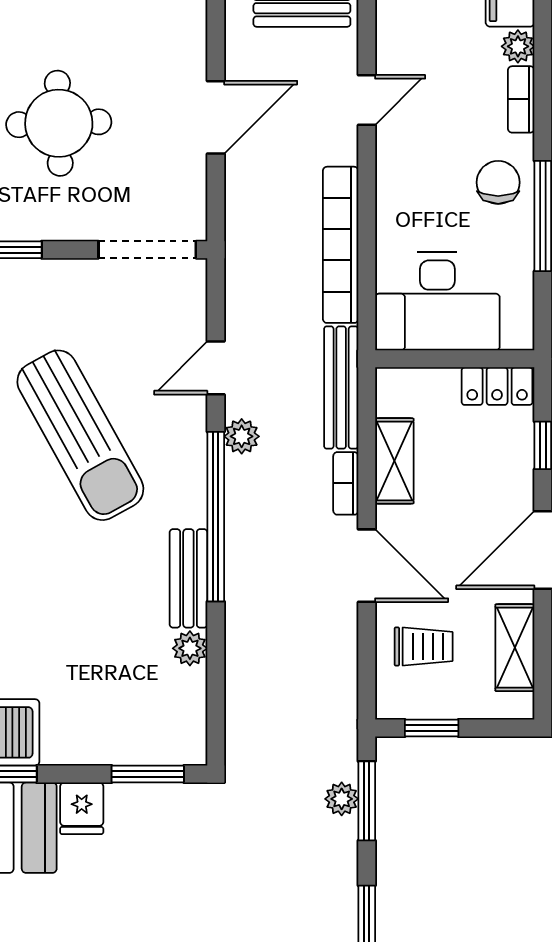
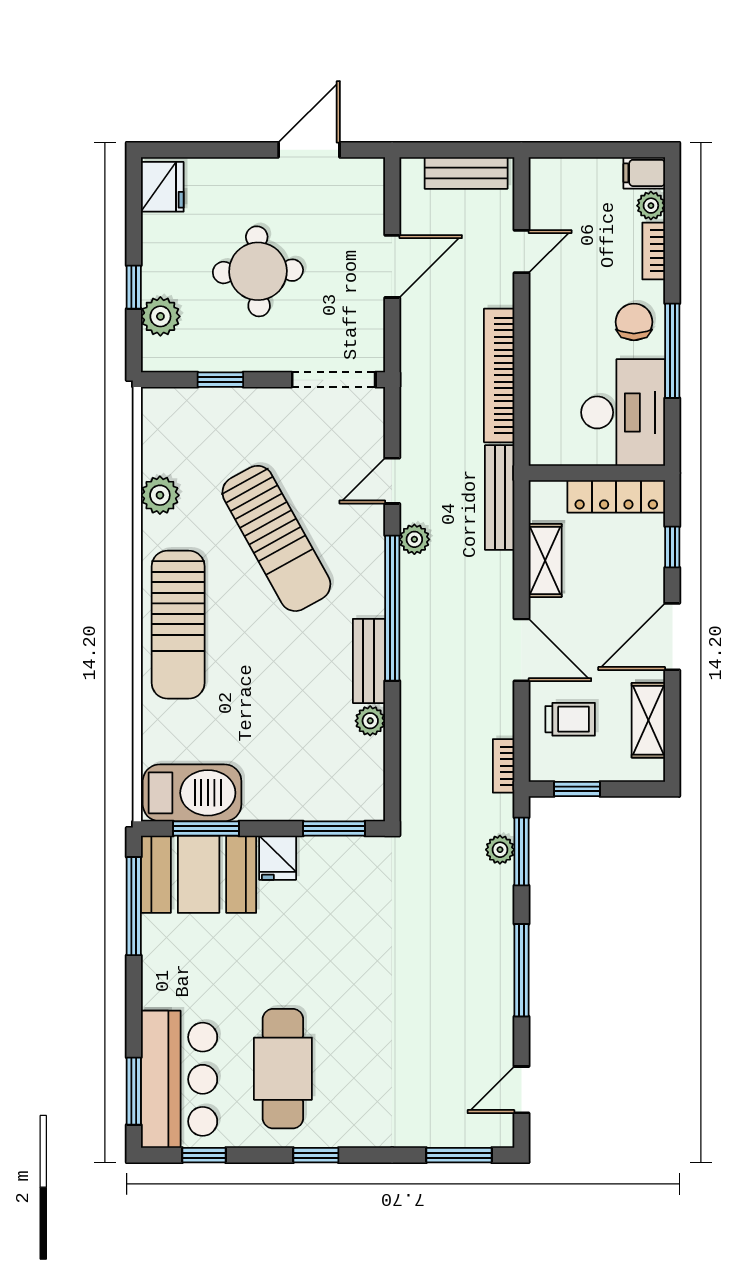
desk: (437, 301) -> (623, 412), moved, turned -90
locker: (497, 386) -> (616, 496), width x1.53
bookcase: (346, 483) -> (504, 766), moved

